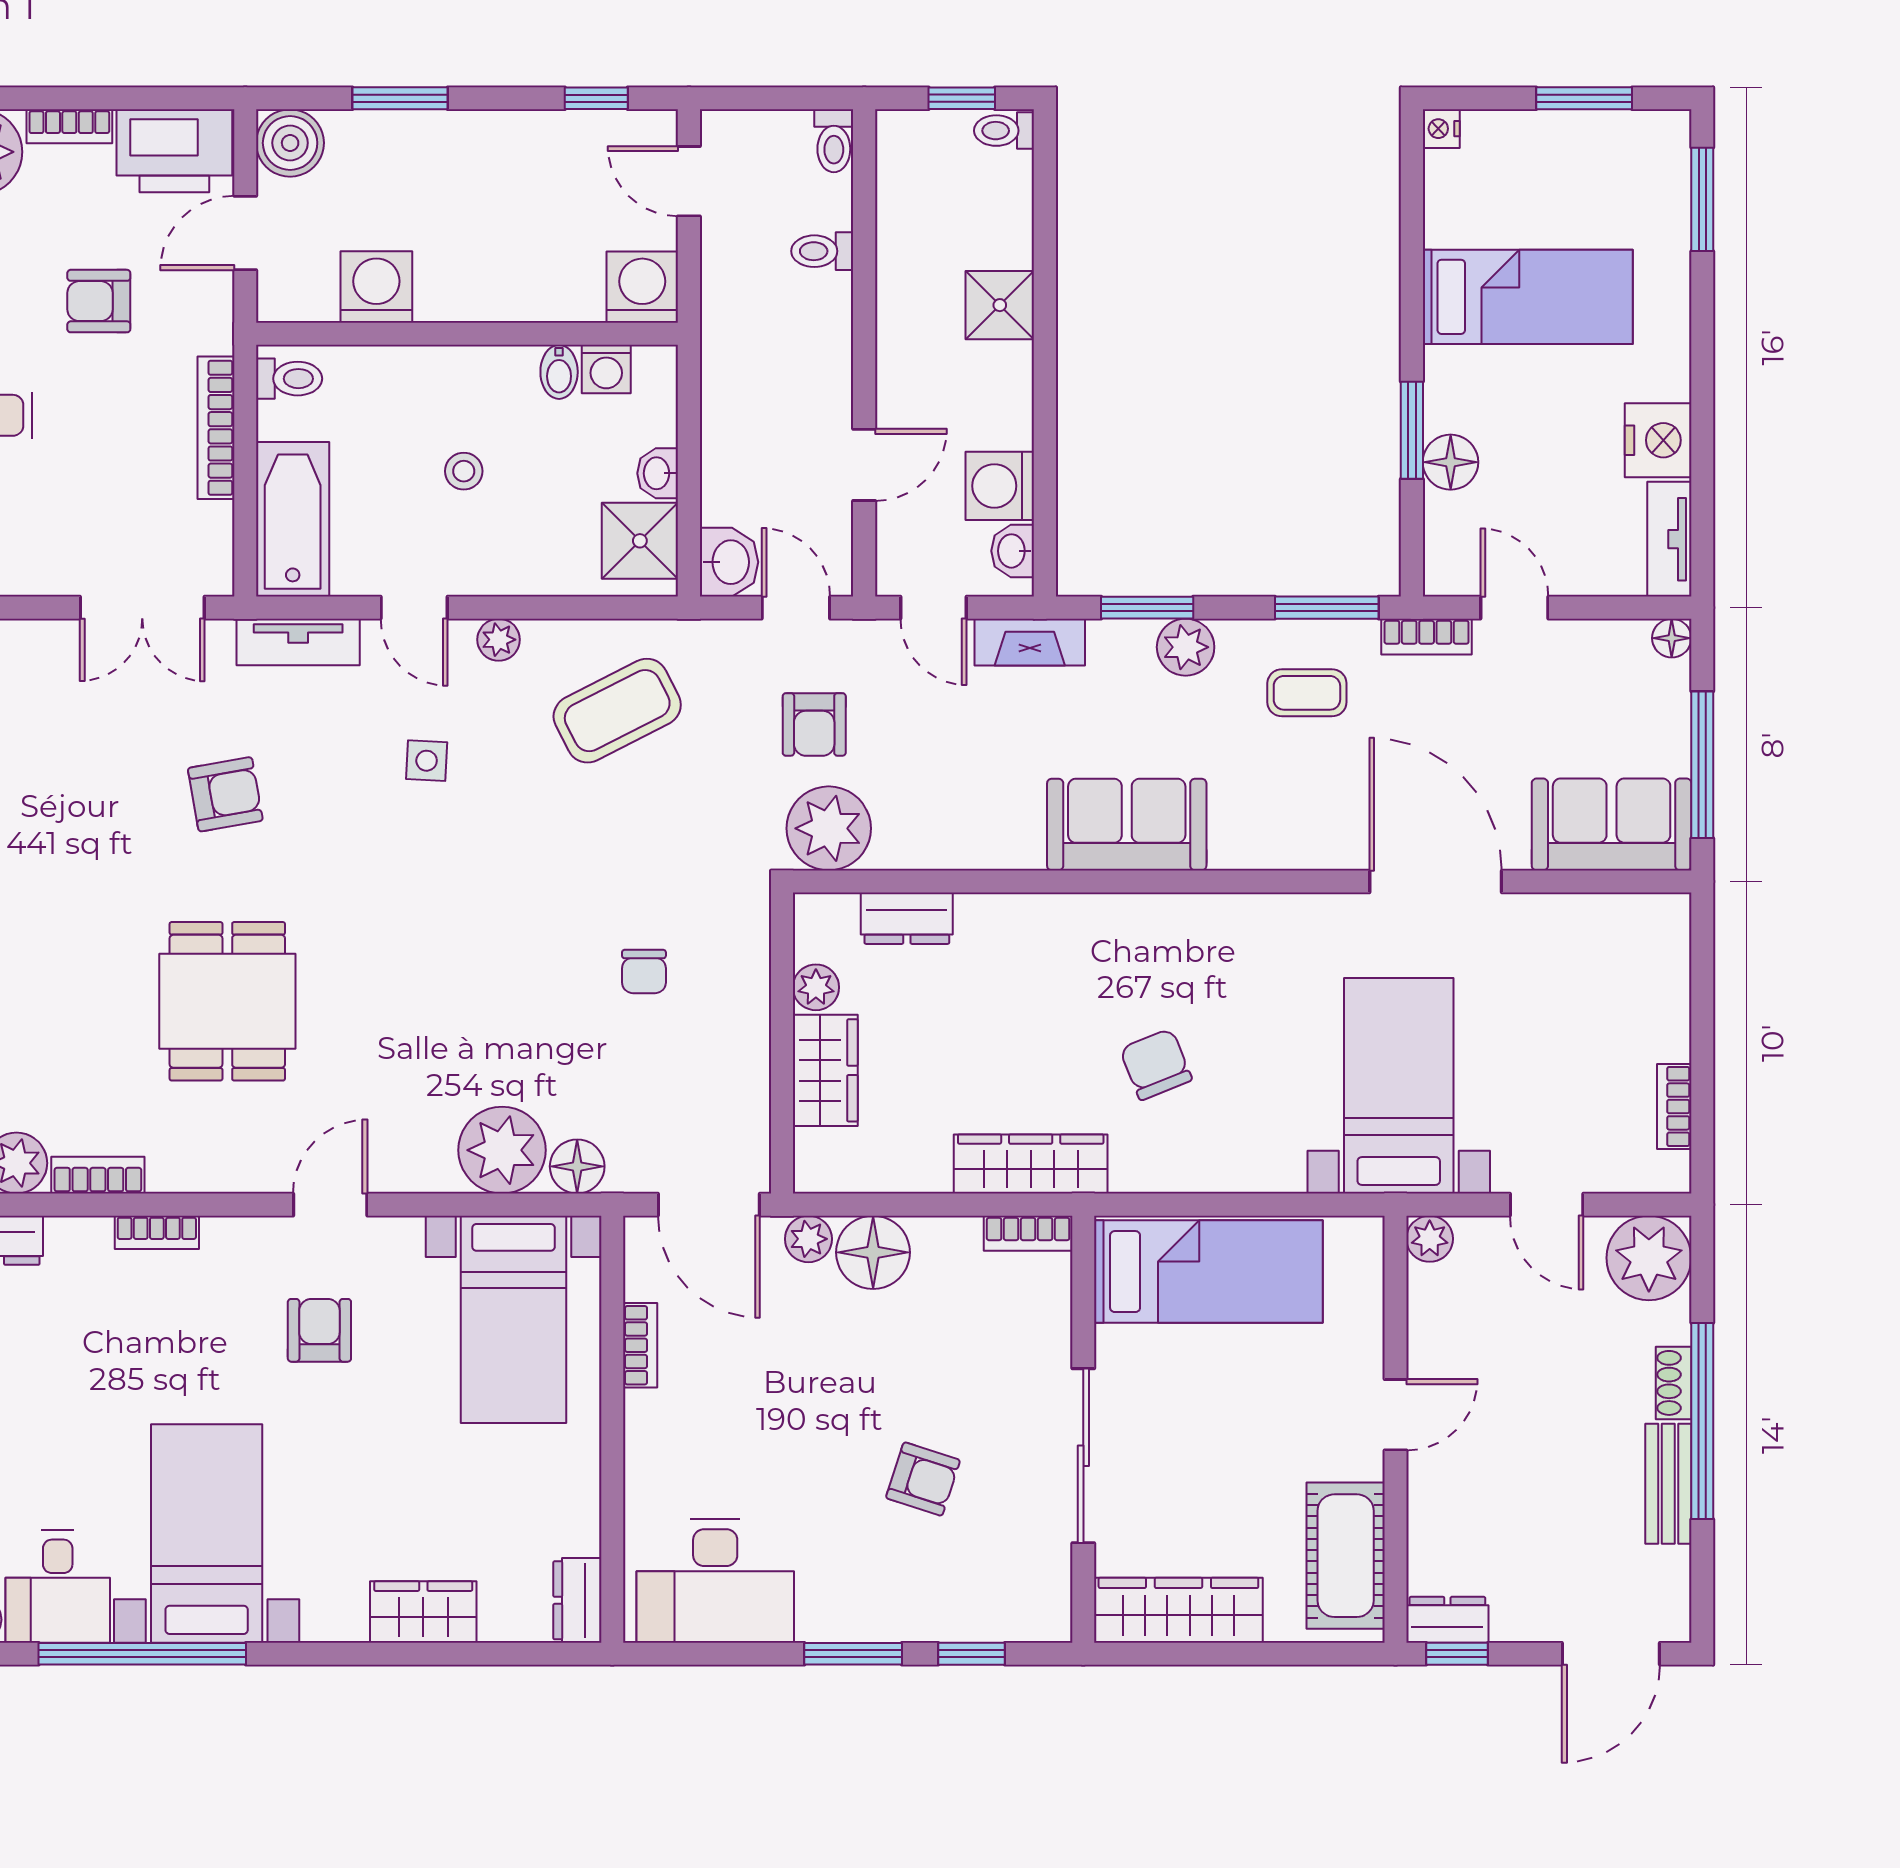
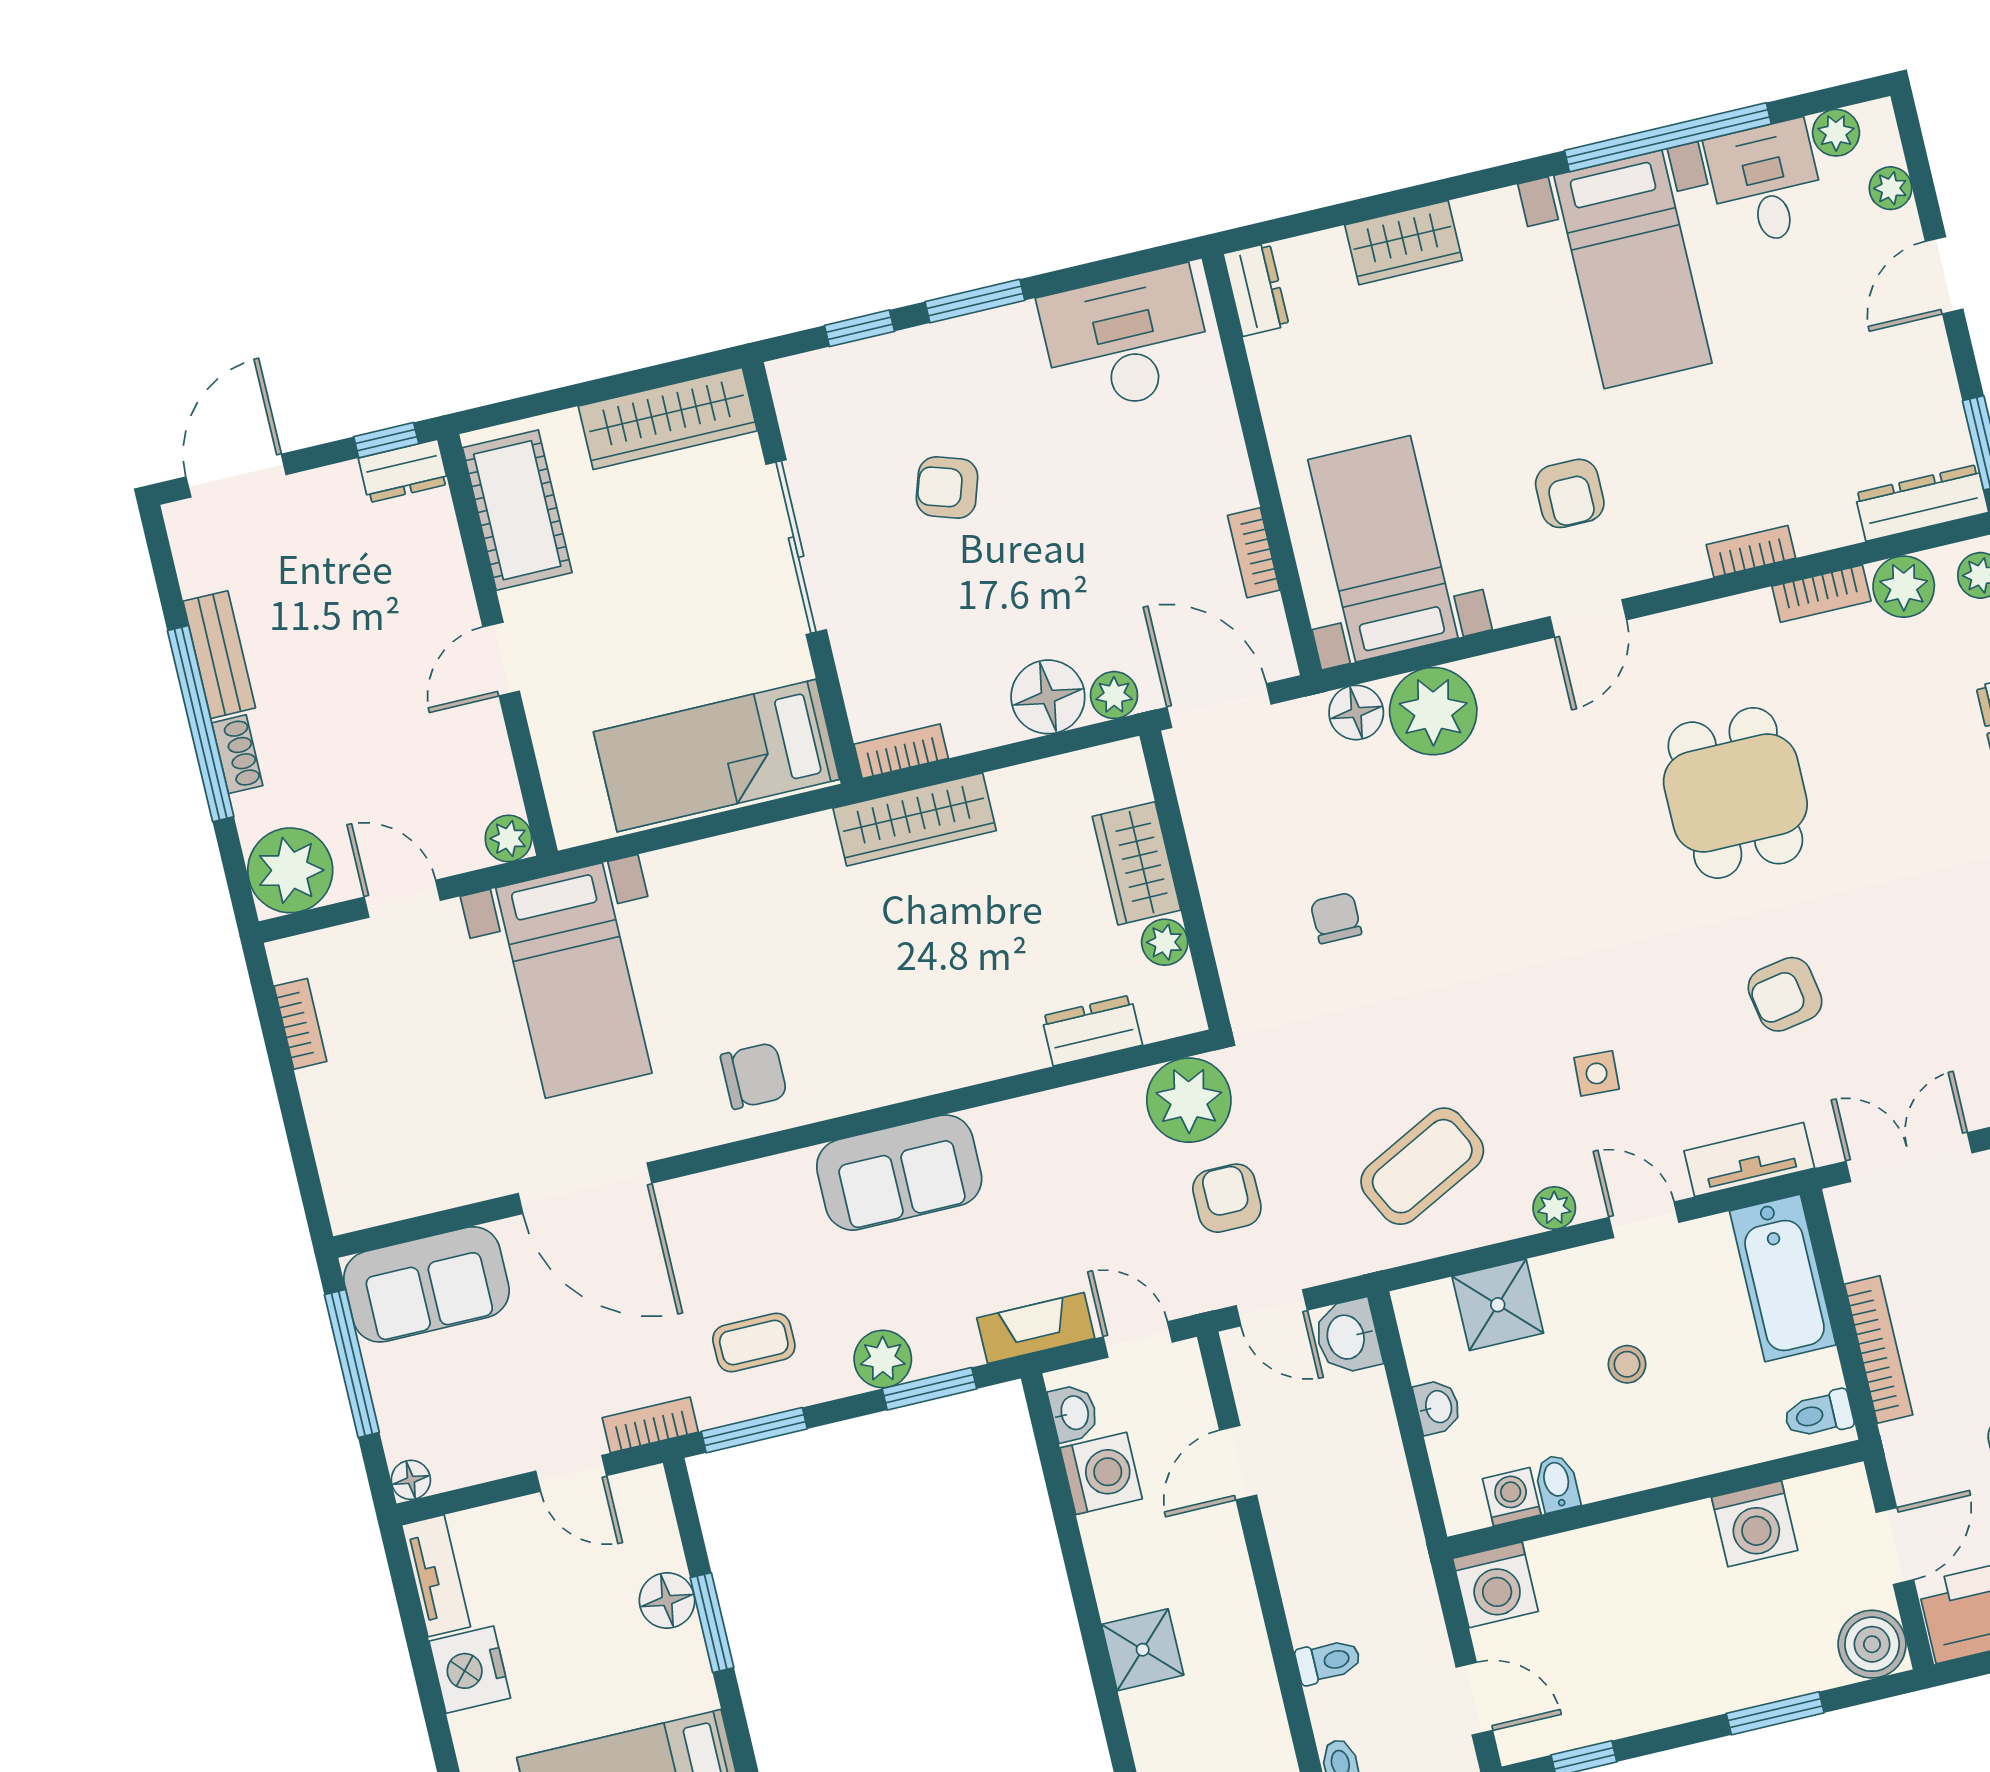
shower: (640, 541) -> (1498, 1305), moved
chair: (1156, 1064) -> (754, 1076), moved, turned -68

